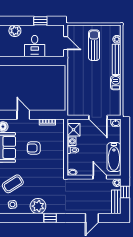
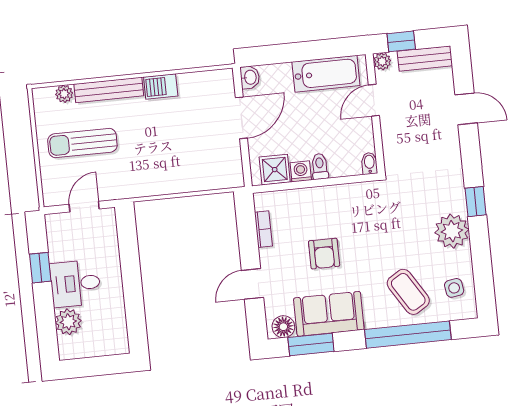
desk: (35, 46) -> (75, 283), moved, turned 180

